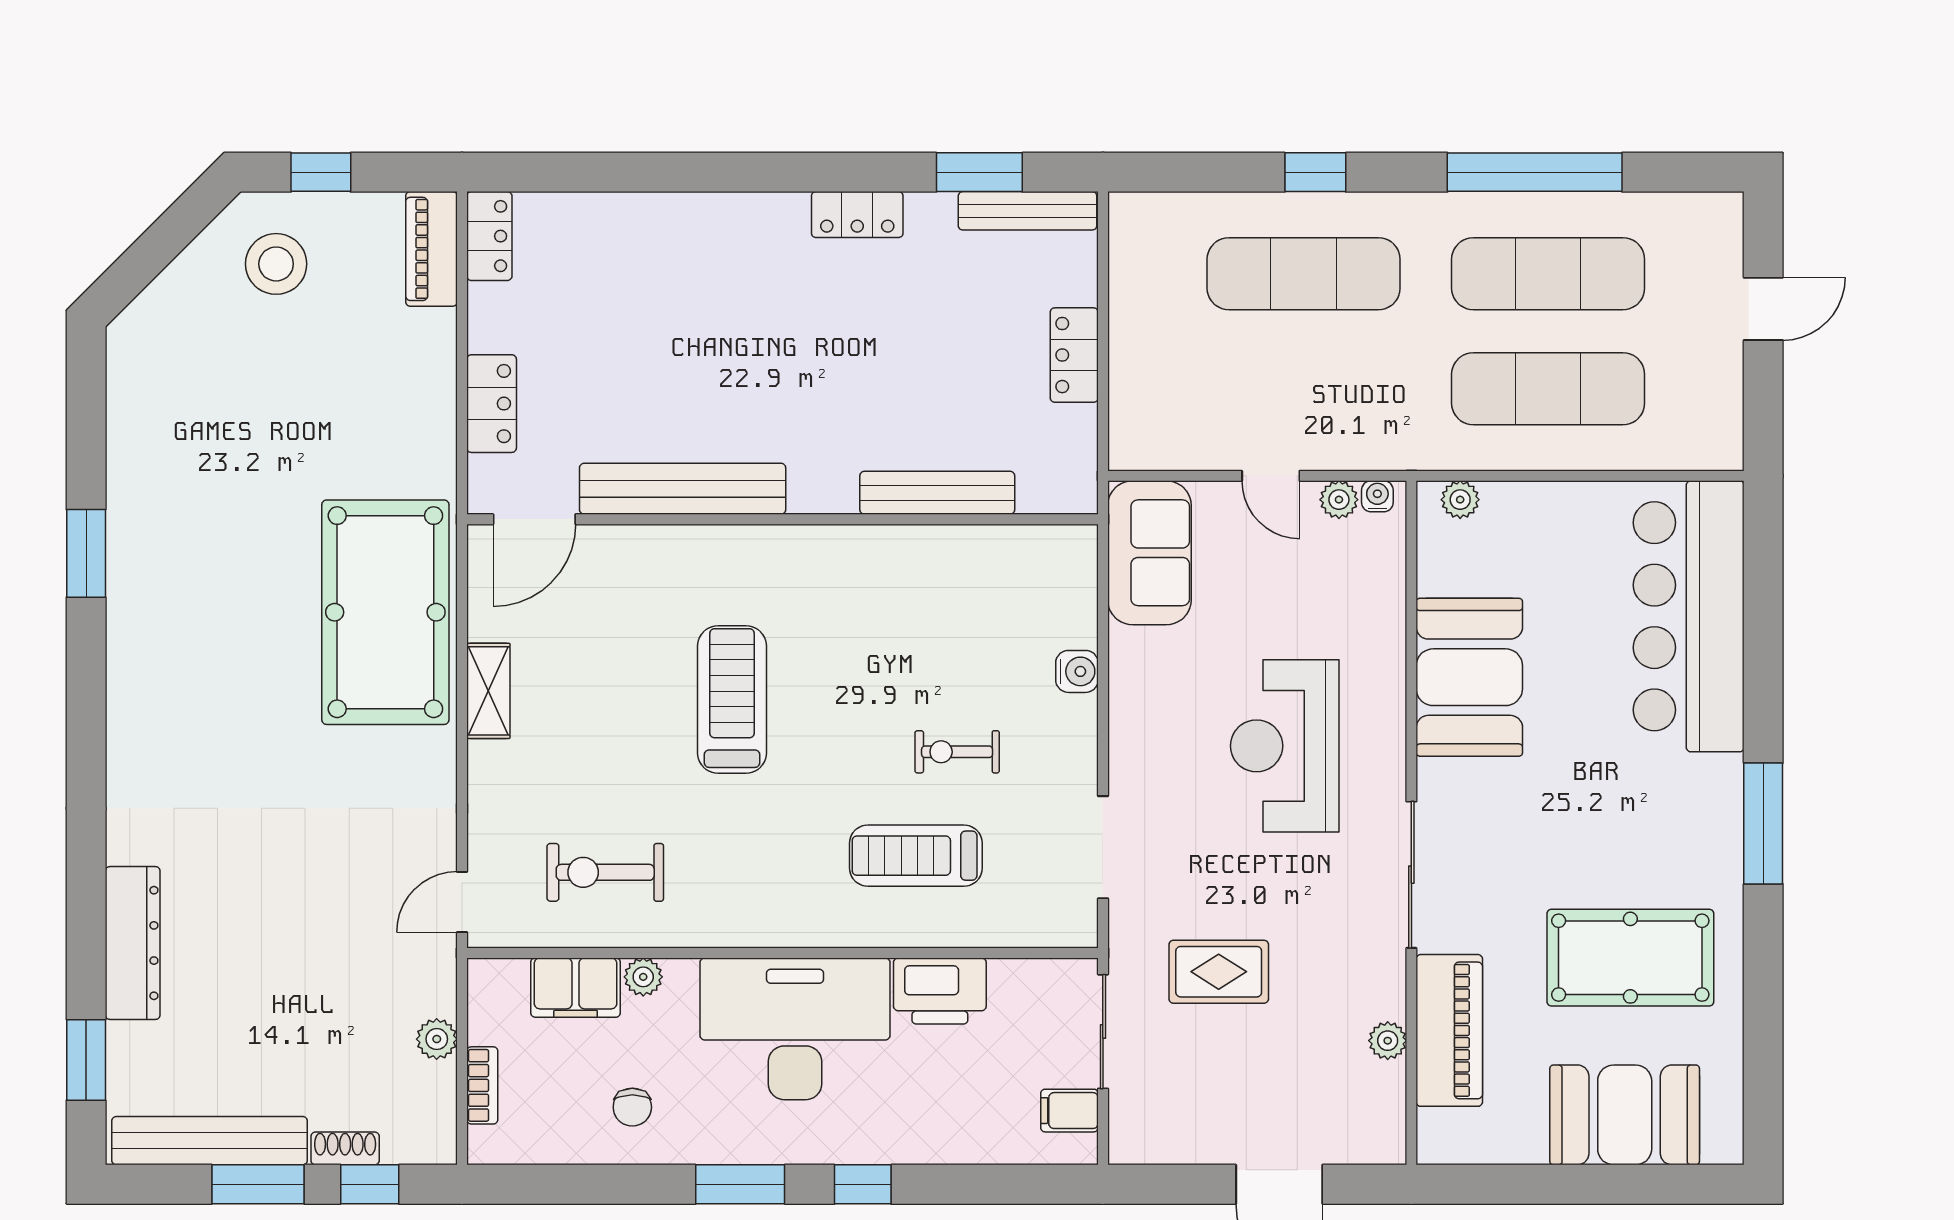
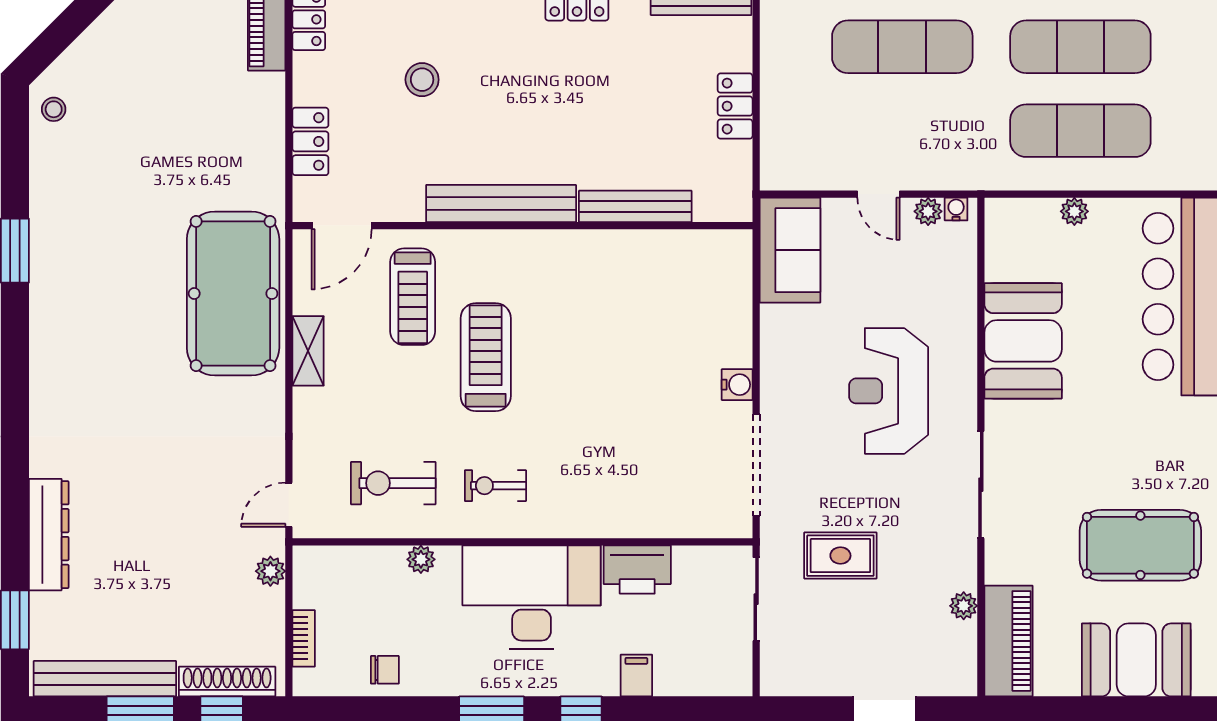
stool: (276, 264) -> (54, 109), moved, width x0.53, depth x0.53
stool: (645, 319) -> (422, 80), added
bench: (683, 489) -> (501, 204), moved
plant: (1460, 500) -> (1074, 211), moved
water cooler: (1077, 671) -> (737, 385), moved
exercise bike: (957, 752) -> (495, 486), moved
doorway: (1103, 847) -> (756, 465), width x1.36
treadmill: (916, 856) -> (413, 297), moved, turned -90
filing cabinet: (576, 988) -> (372, 567), removed
piano: (1449, 1030) -> (1008, 641), moved
plant: (437, 1039) -> (270, 571), moved
chair: (632, 1107) -> (385, 670), moved, turned -90
filing cabinet: (1069, 1111) -> (636, 676), moved, turned 90
shoe rack: (345, 1148) -> (227, 682), width x1.94, depth x1.24

